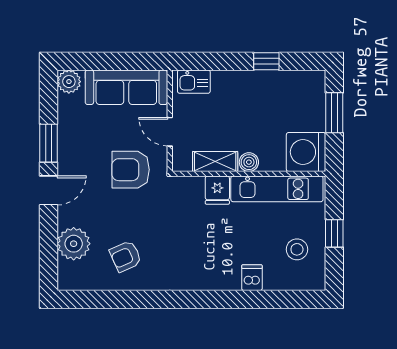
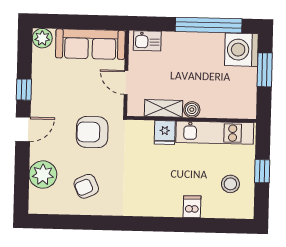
window: (266, 61) -> (209, 25), width x3.17
window: (49, 143) -> (24, 90), width x0.67
washing machine: (306, 152) -> (241, 50), moved
armchair: (131, 170) -> (92, 132), moved

